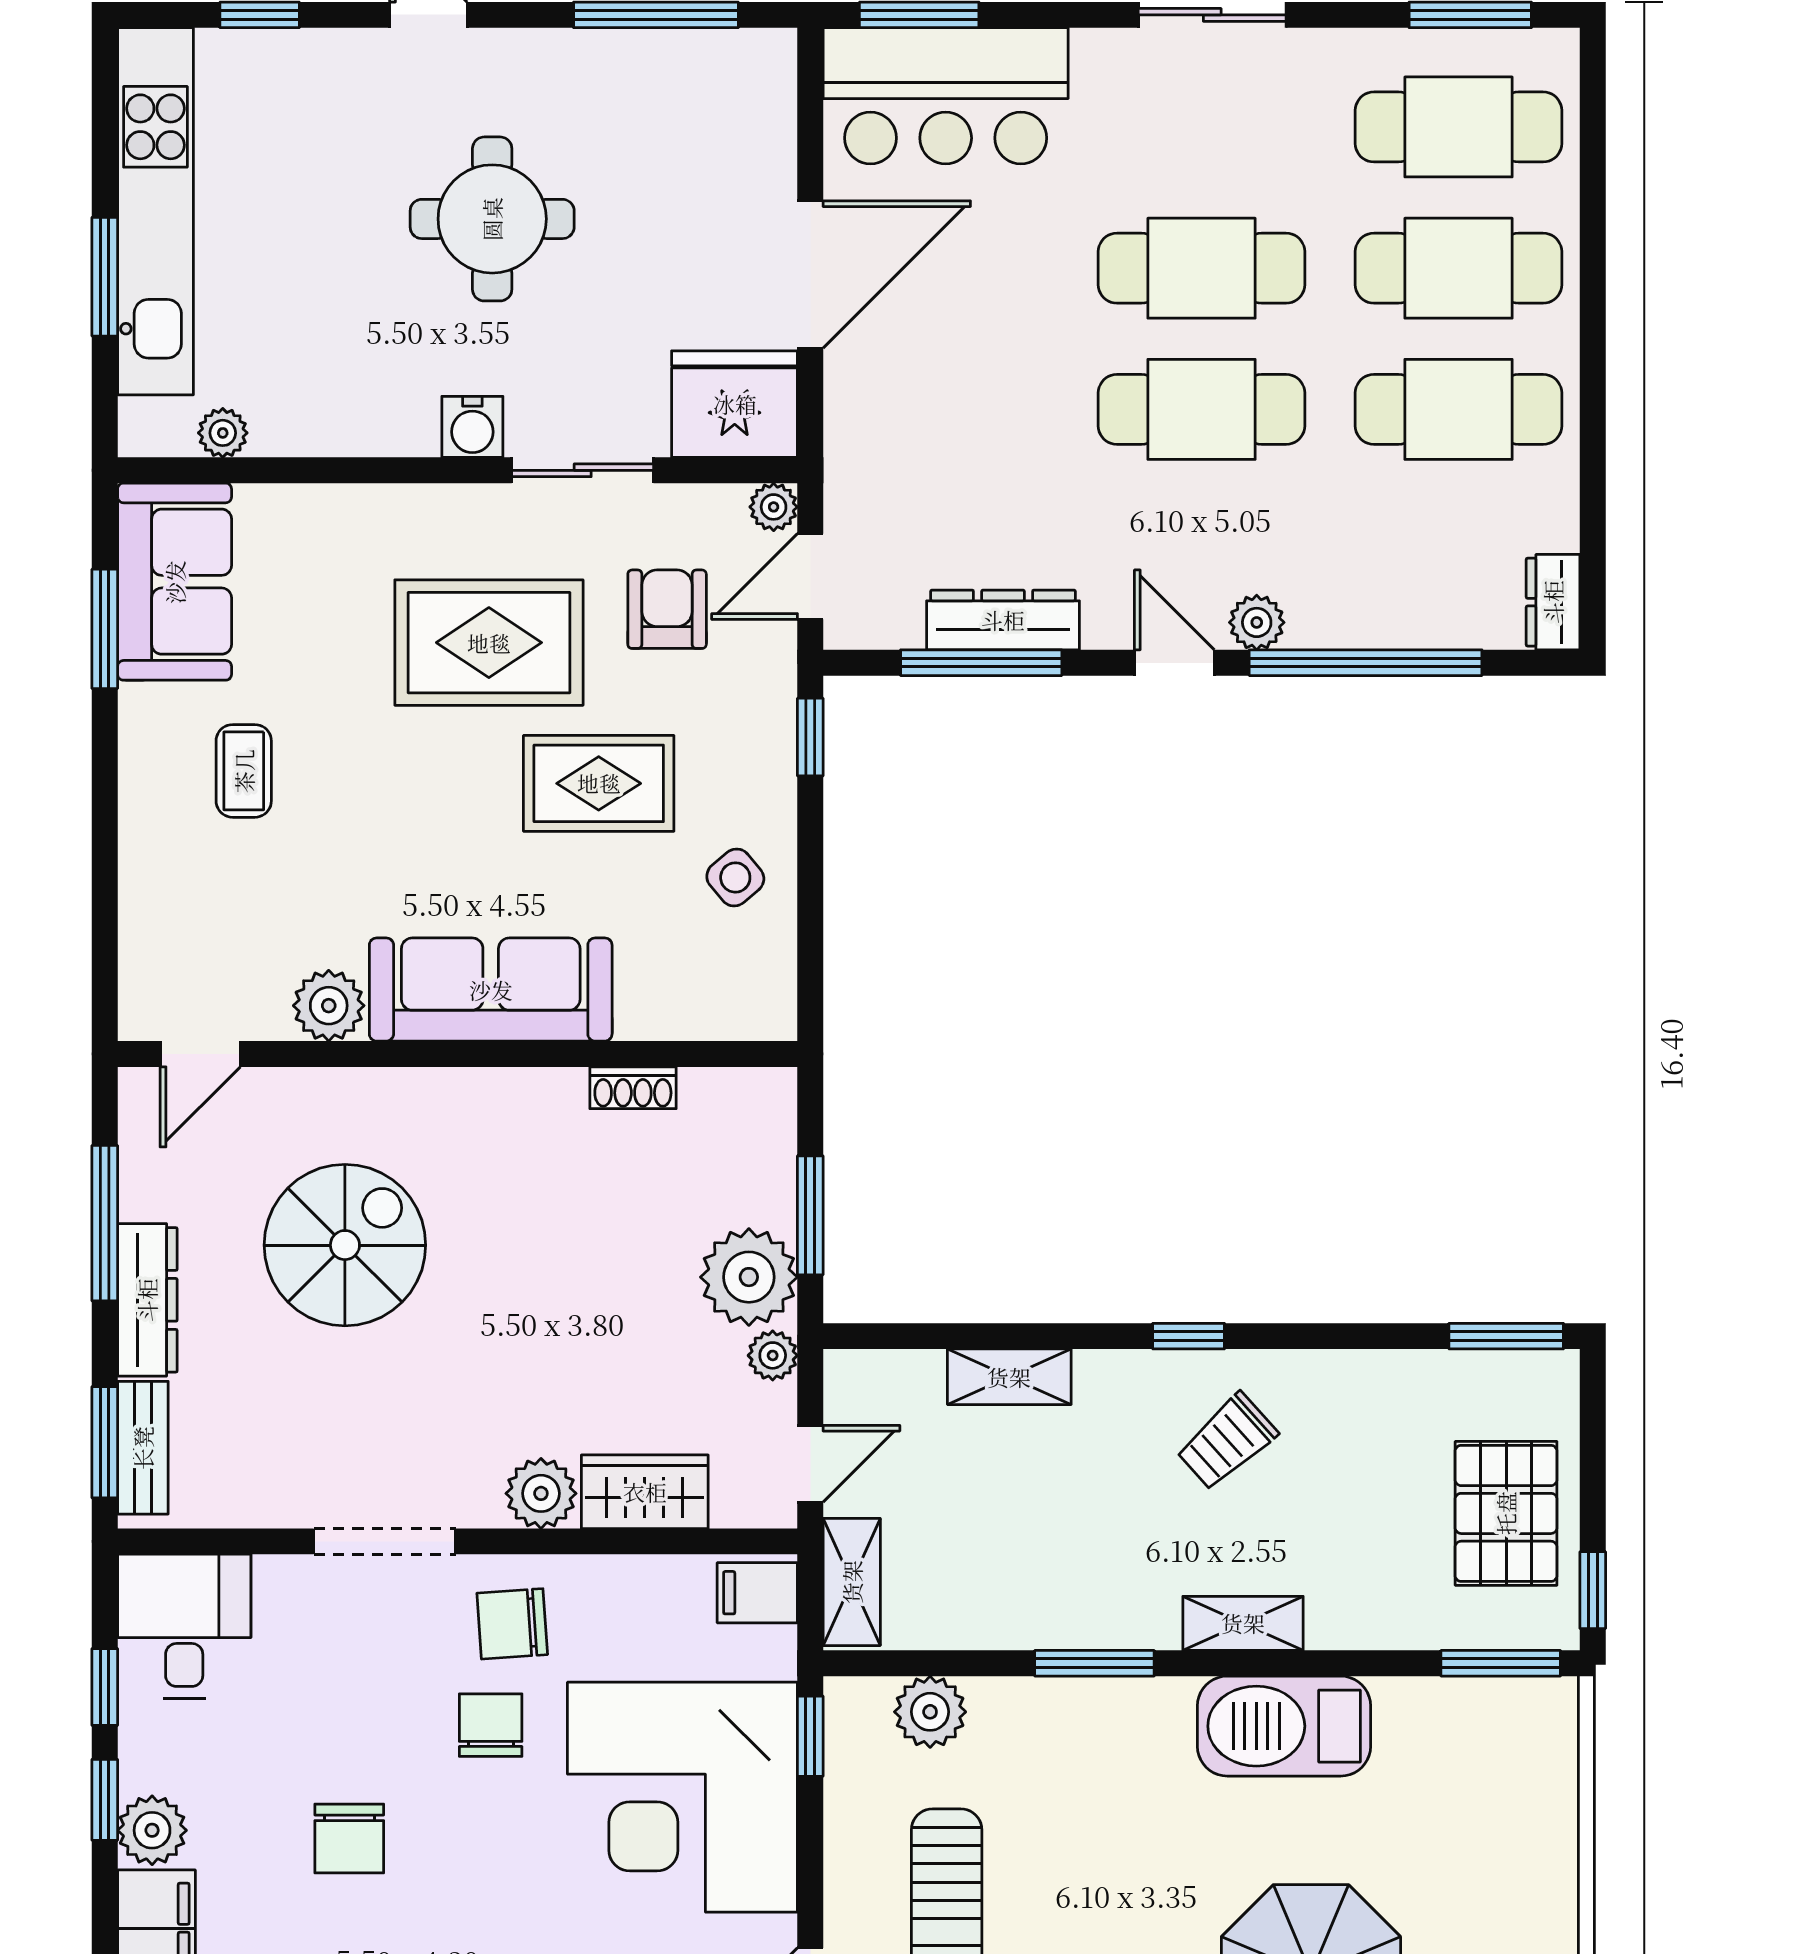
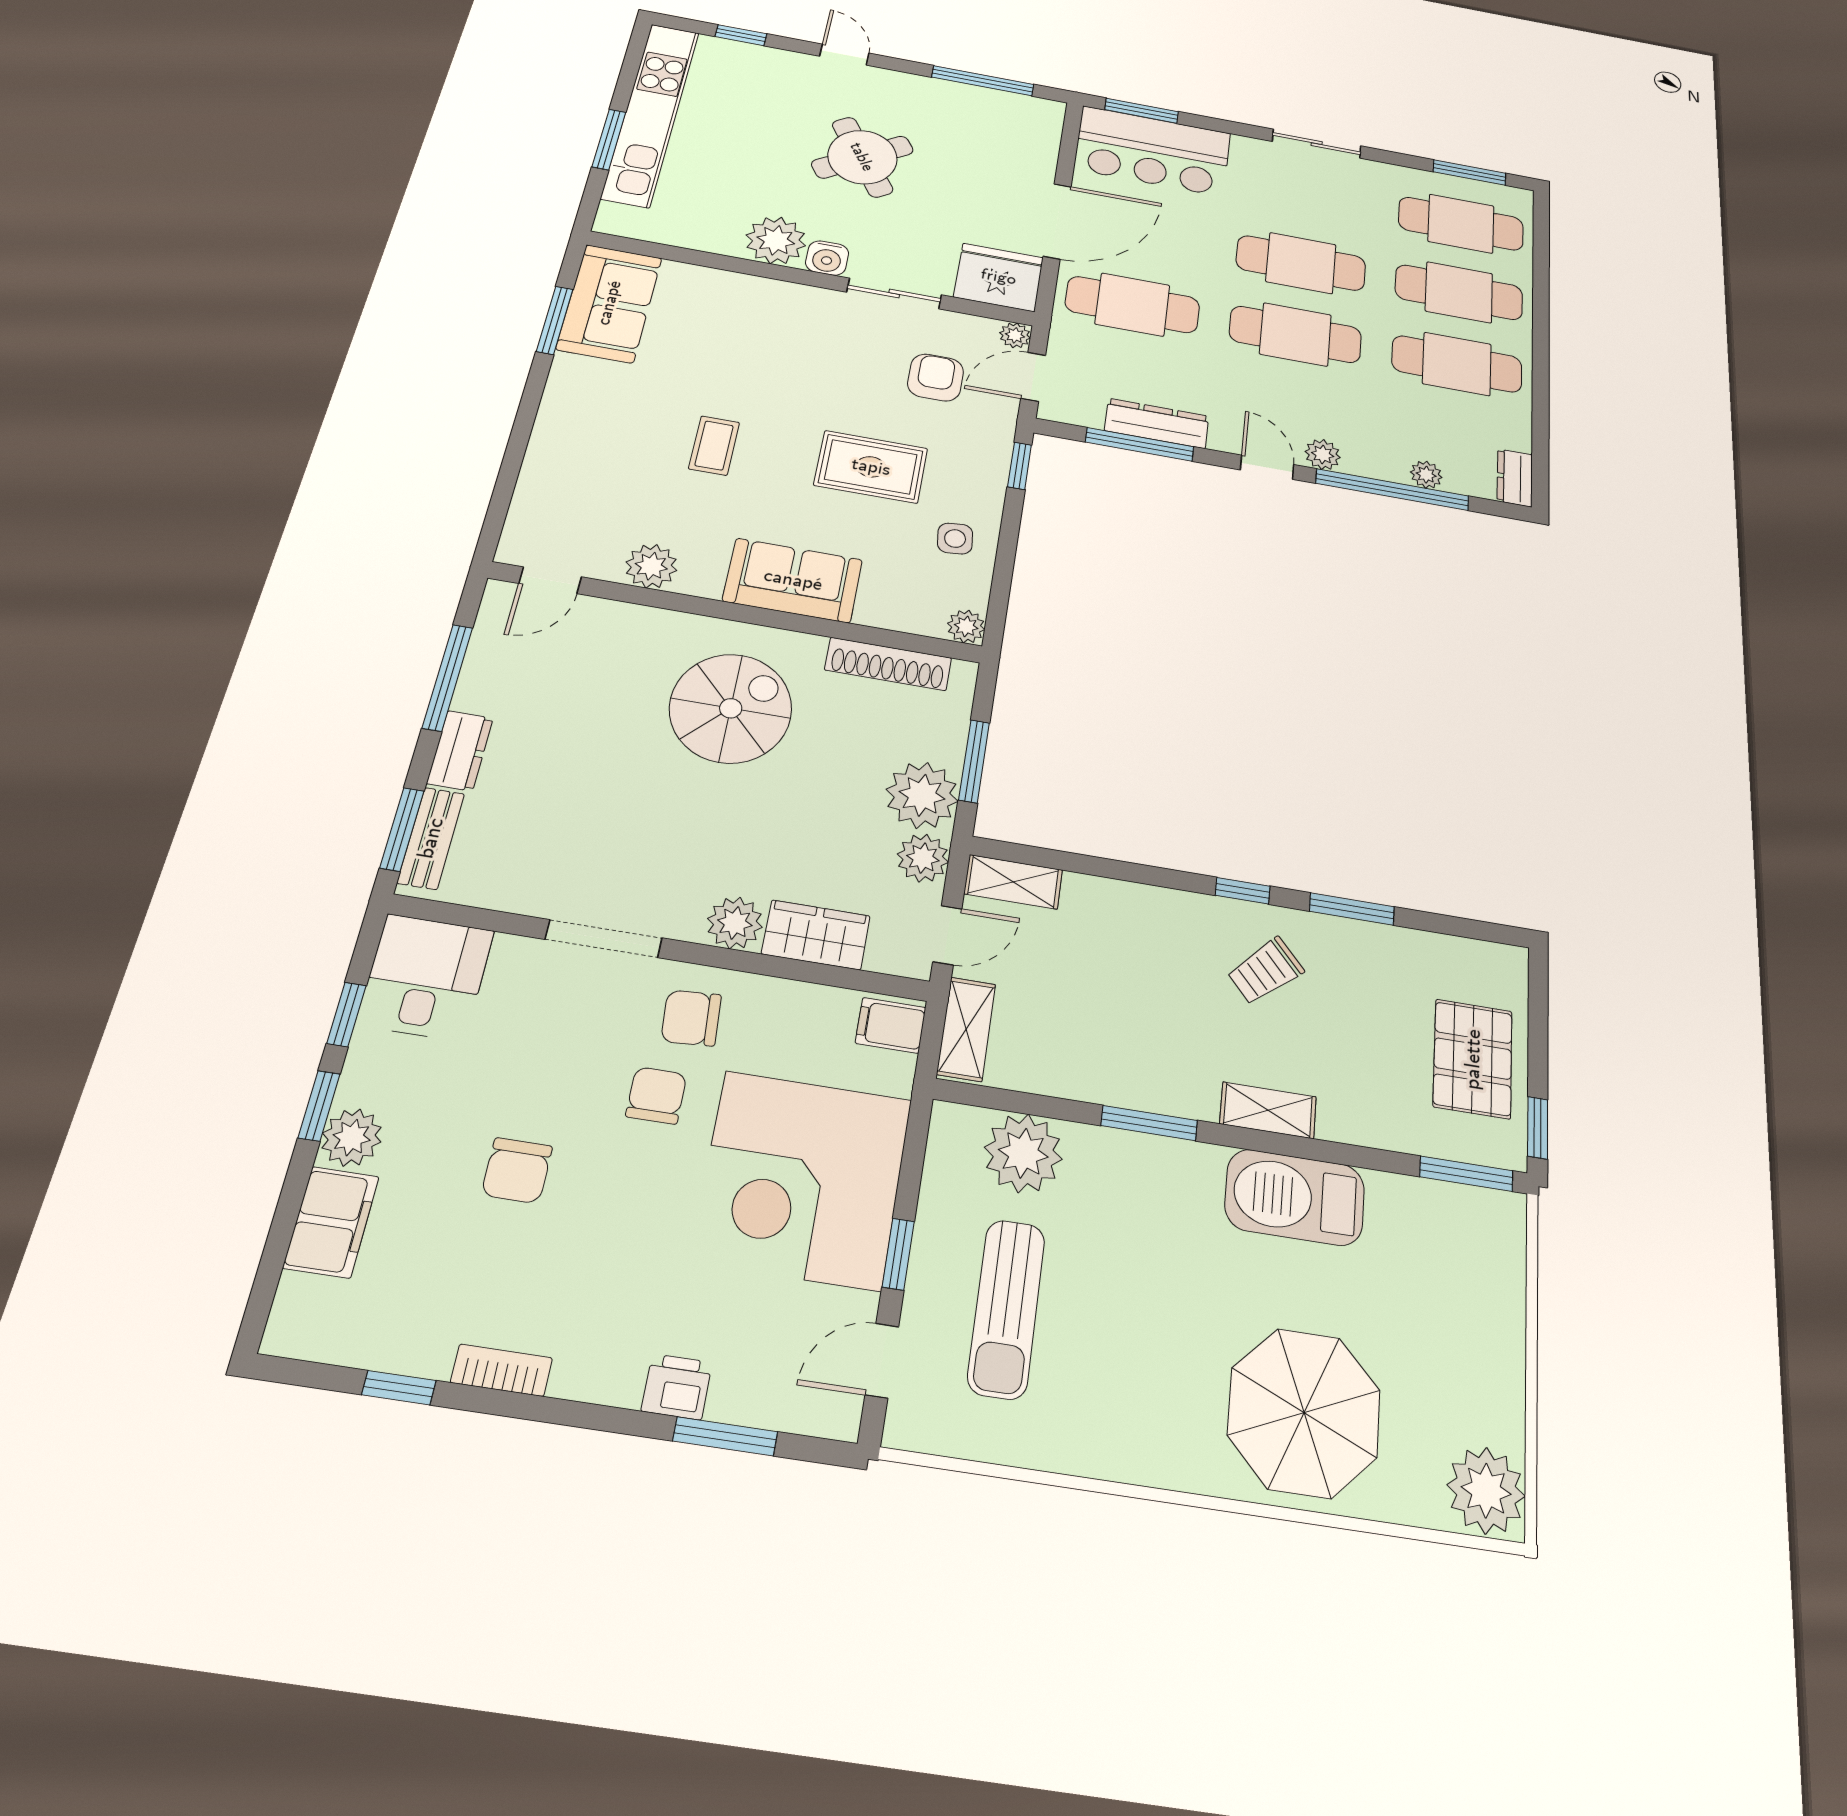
round table: (492, 219) -> (862, 157), turned -33
cafe table: (944, 409) -> (1132, 305), added
plant: (223, 433) -> (776, 240), moved, width x1.88, depth x1.88
plant: (1416, 625) -> (1426, 475), added
rug: (489, 643) -> (813, 374), removed
coffee table: (244, 771) -> (714, 446), moved
side table: (735, 877) -> (955, 539), turned 34
sofa: (491, 990) -> (793, 580), width x0.73
plant: (771, 1015) -> (966, 626), added
shoe rack: (633, 1088) -> (888, 664), width x1.94, depth x1.24
spiral stairs: (345, 1245) -> (731, 708), moved
dresser: (147, 1300) -> (460, 751), width x0.70
window: (1506, 1336) -> (1352, 909), moved
plant: (773, 1355) -> (923, 858), width x1.38, depth x1.38
shelving: (1009, 1377) -> (1013, 882), moved
plant: (930, 1712) -> (1023, 1153), width x1.36, depth x1.36
window: (810, 1736) -> (898, 1254), moved

